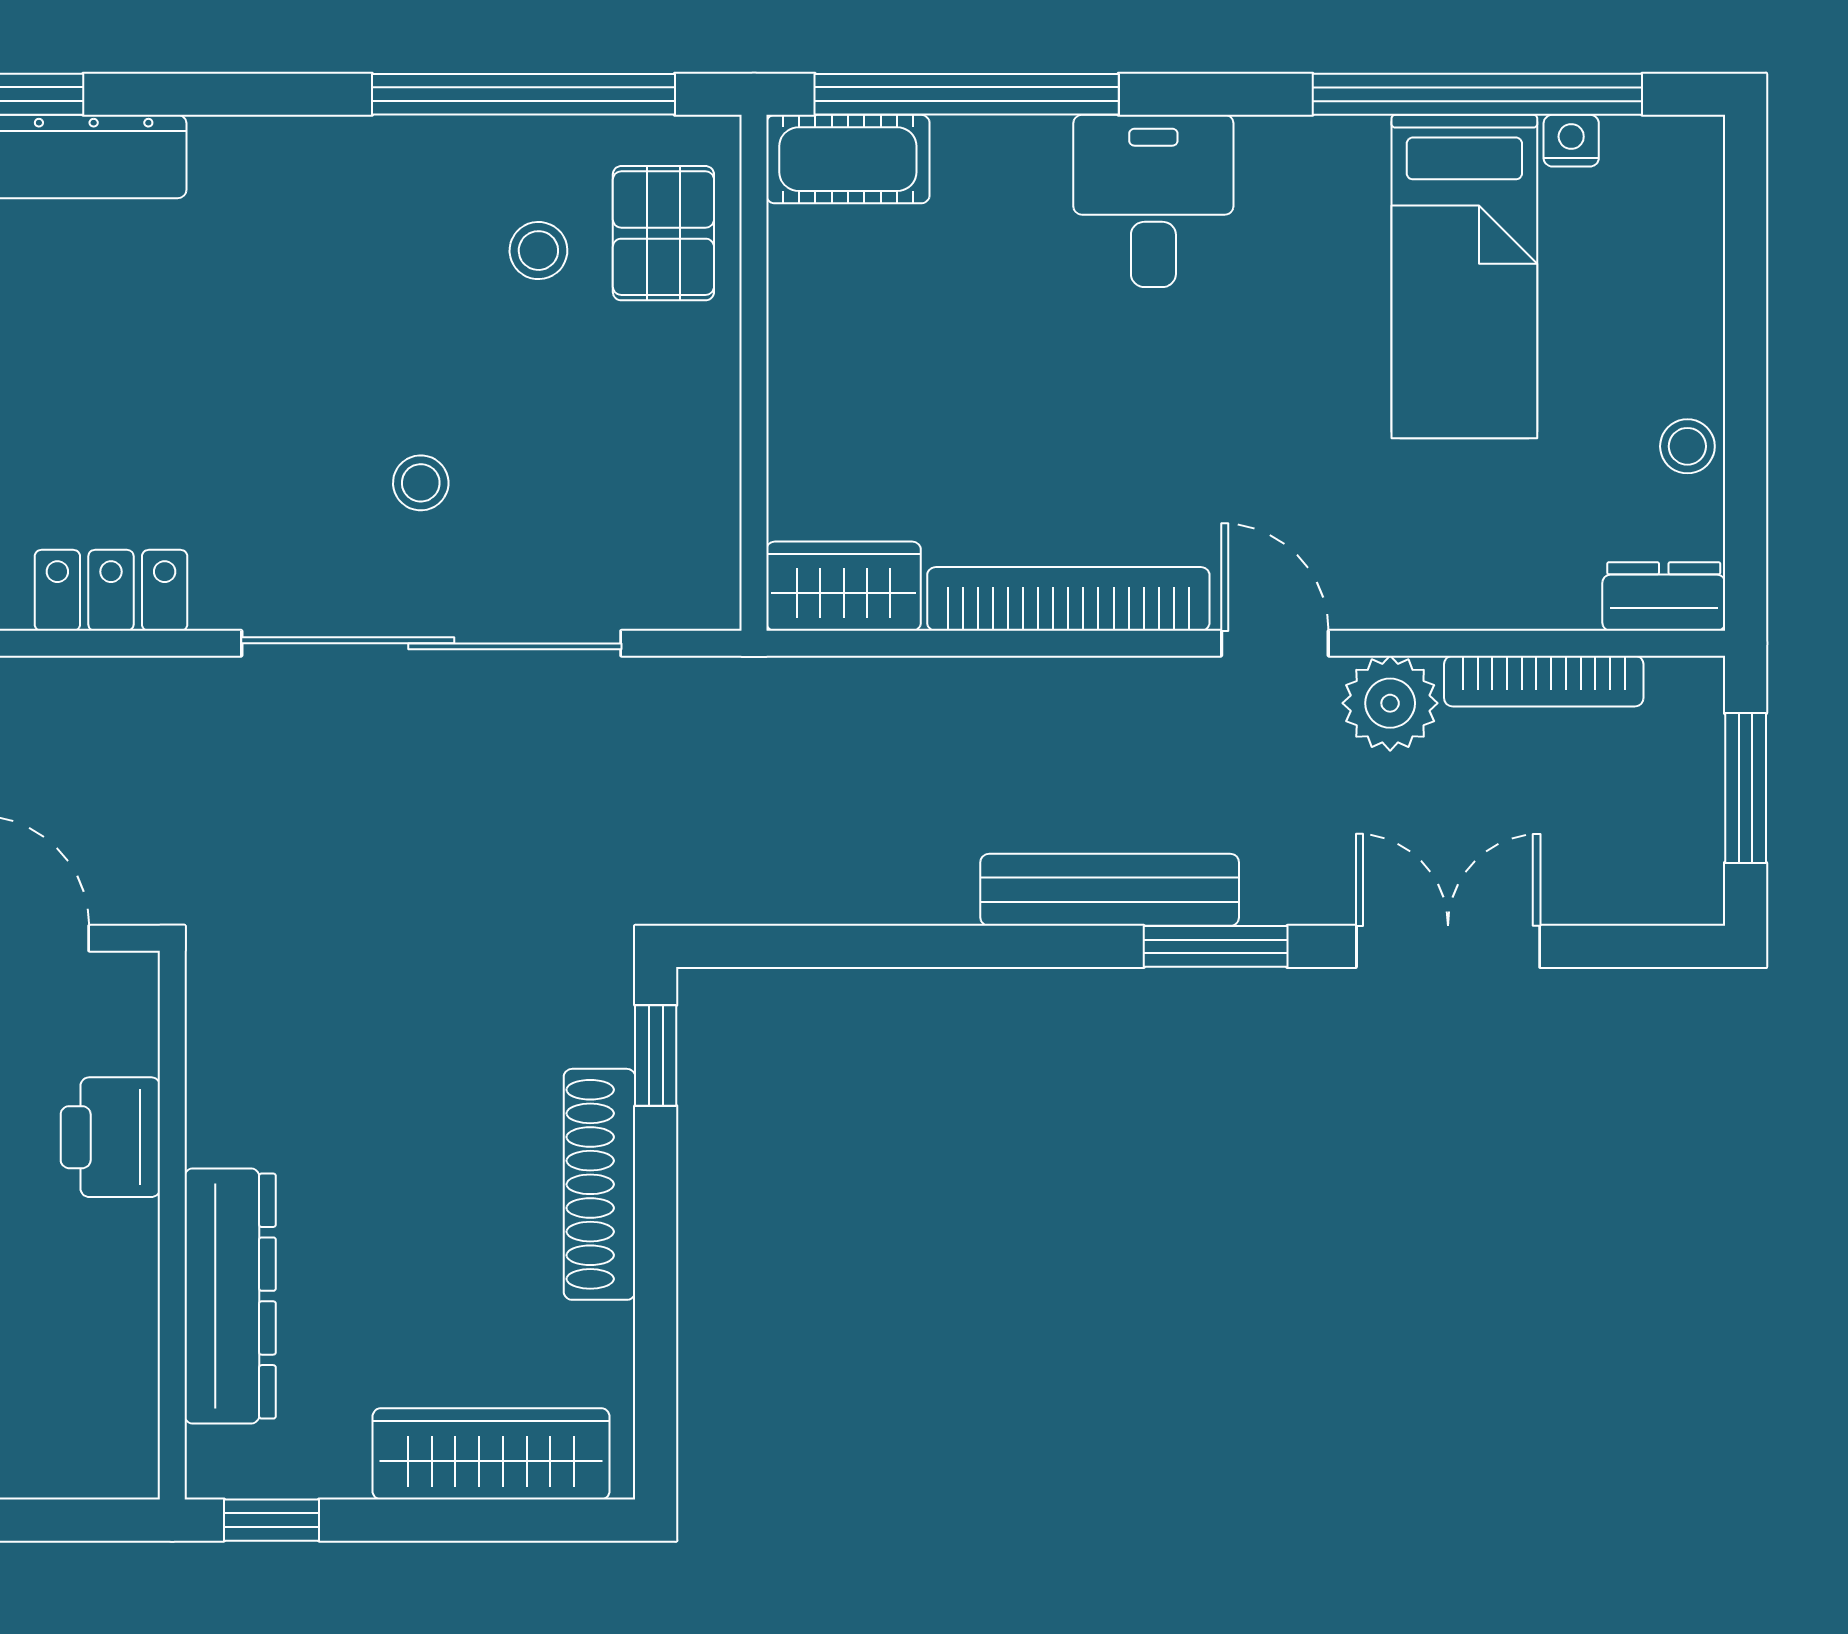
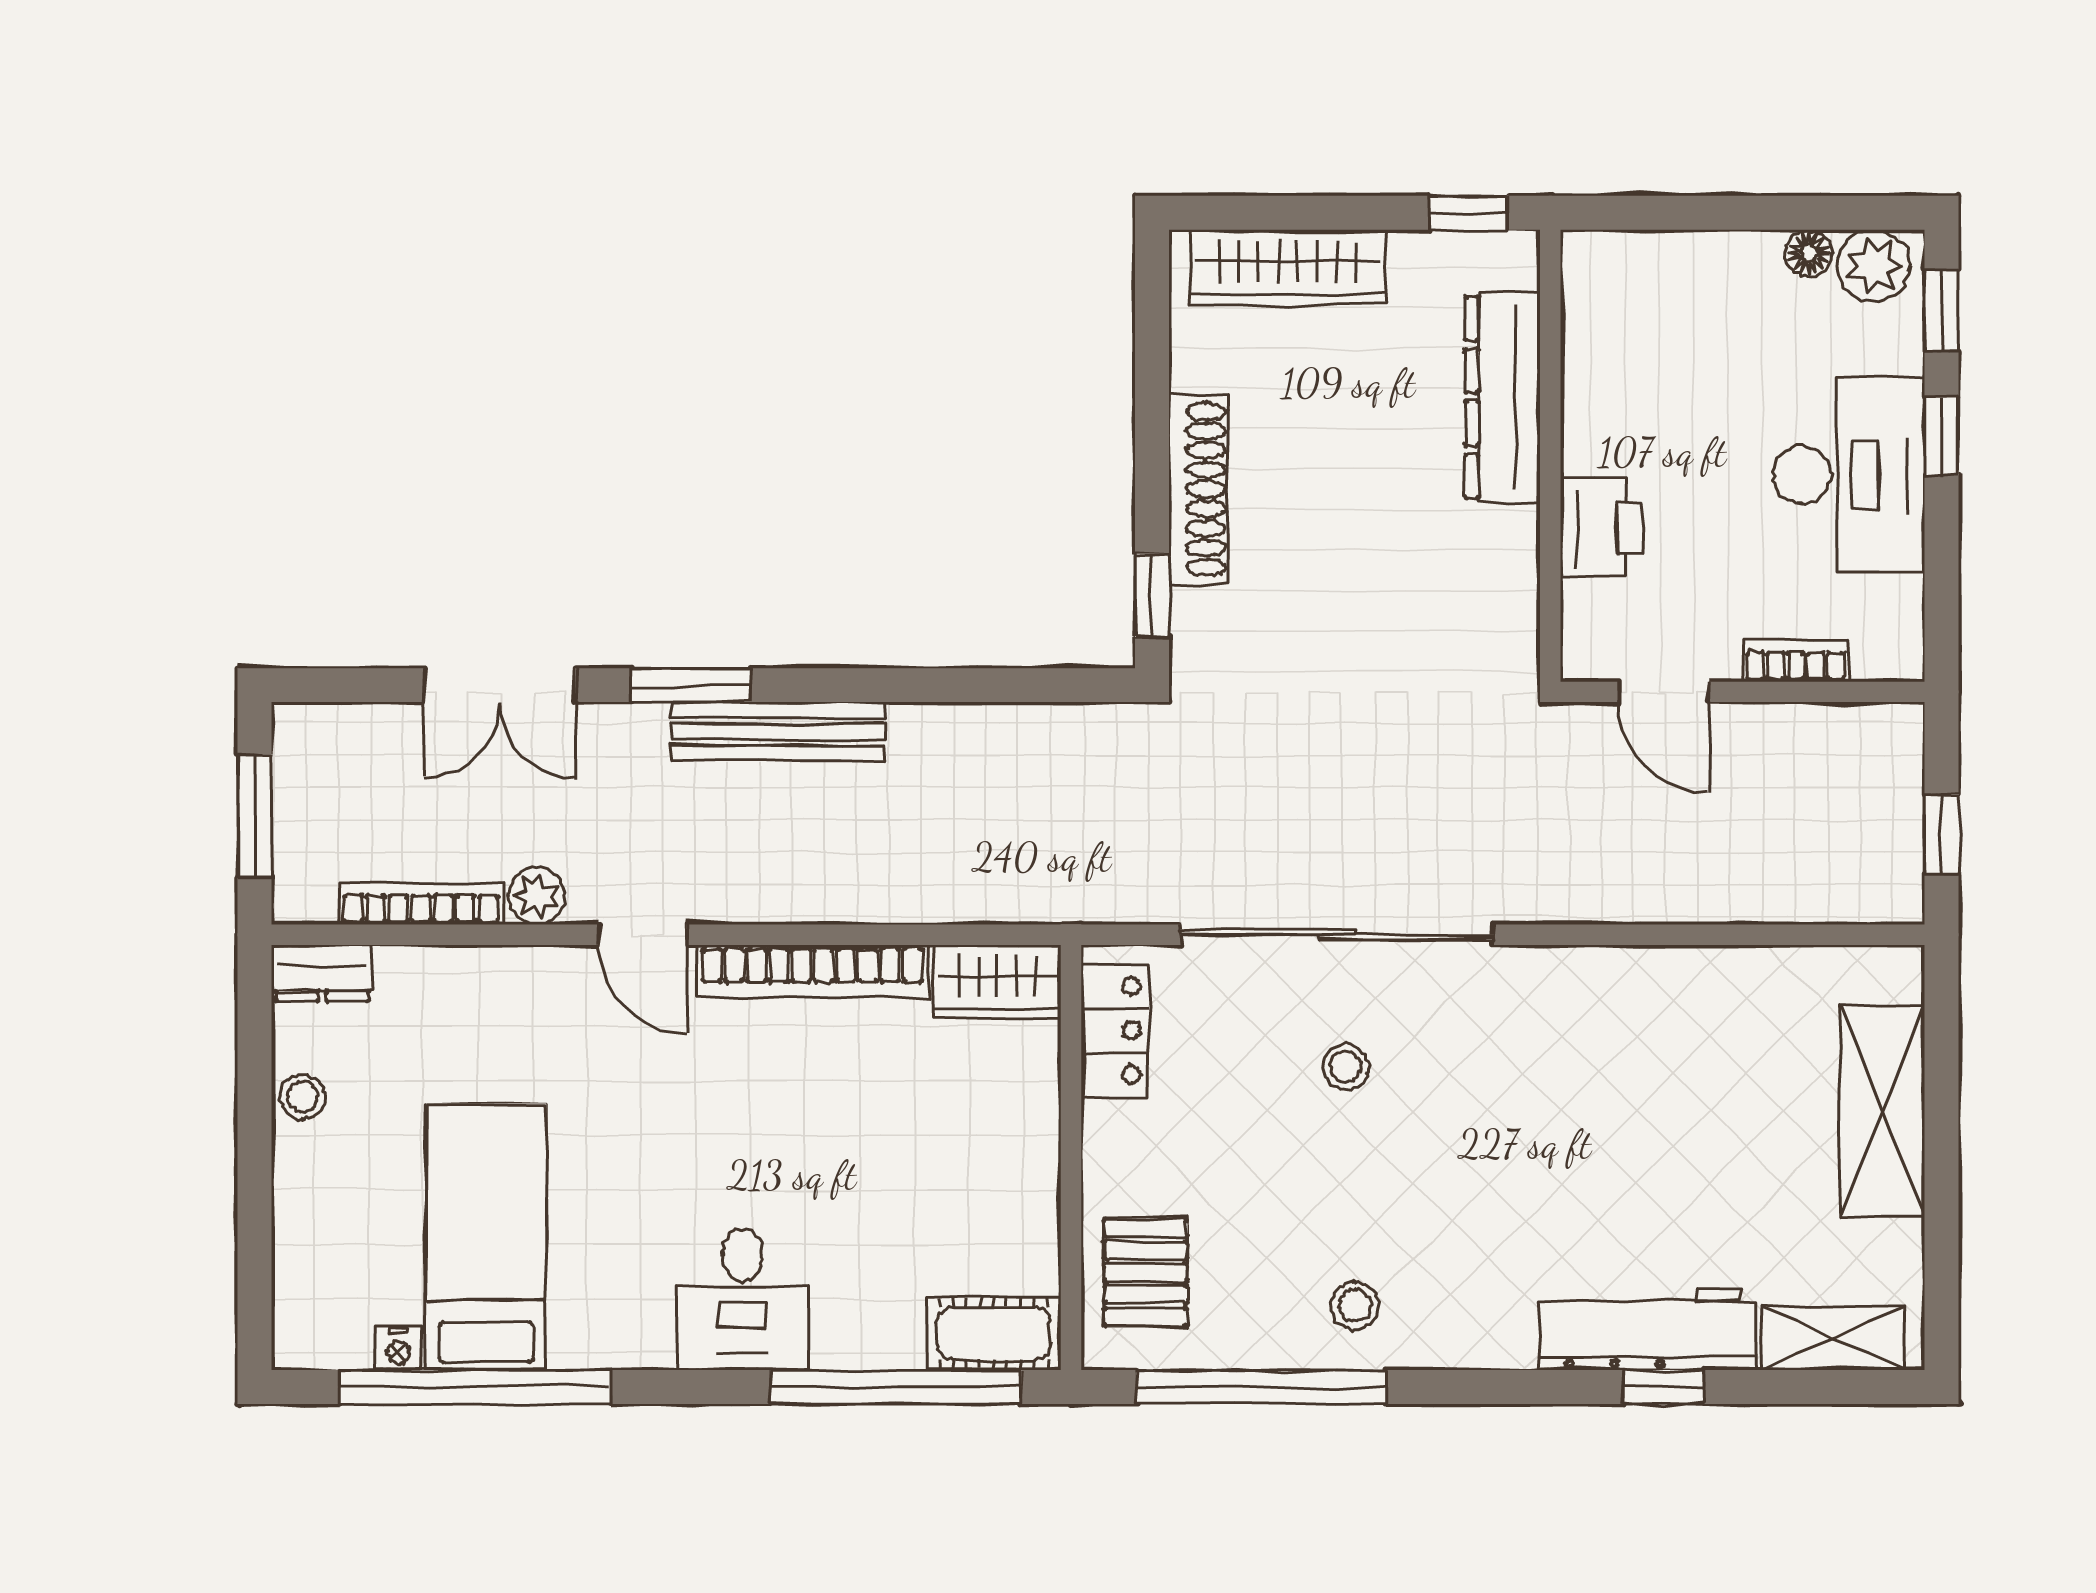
stool: (538, 251) -> (1355, 1306), moved
locker: (111, 590) -> (1115, 1030), moved, turned -90
plant: (1390, 703) -> (537, 896), width x0.73, depth x0.73

